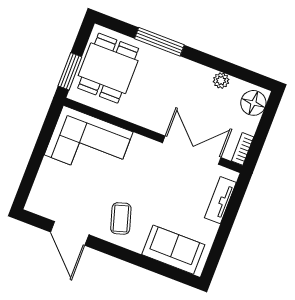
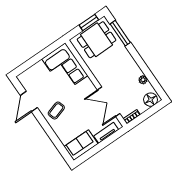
window: (159, 42) -> (120, 33), moved
window: (70, 71) -> (89, 22), moved
double door: (192, 150) -> (109, 102), swing flipped
sofa: (173, 250) -> (81, 145), moved, turned -90

